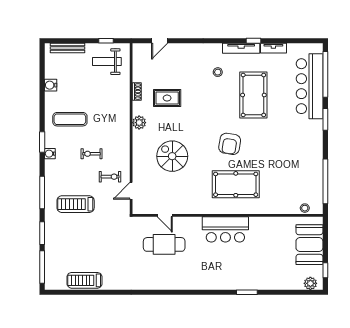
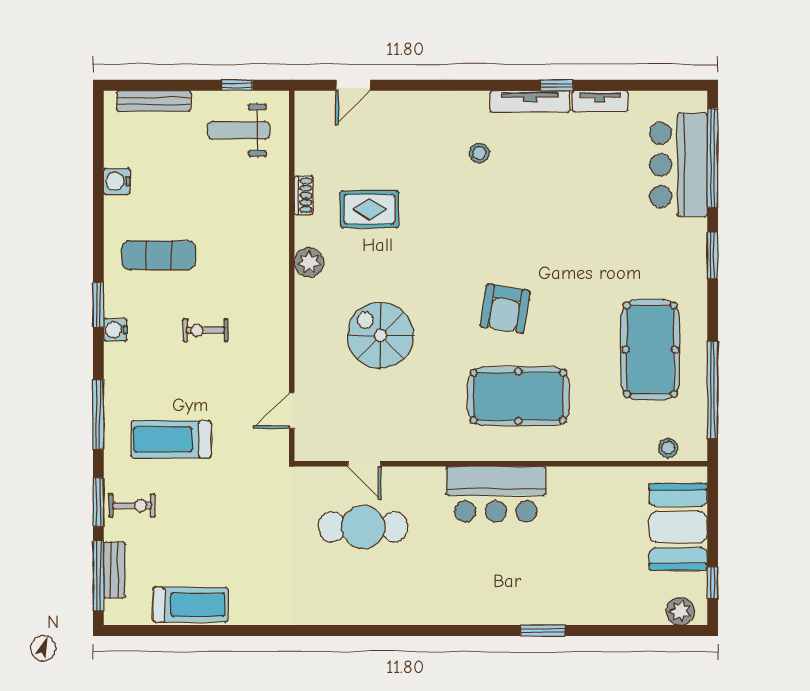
bar counter: (310, 86) -> (678, 165), width x0.73
pool table: (253, 95) -> (650, 350), moved
exercise bike: (110, 177) -> (132, 506), moved
bench: (49, 264) -> (114, 570), added
treadmill: (84, 280) -> (190, 605), turned 180

